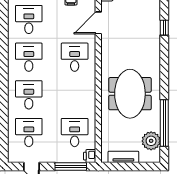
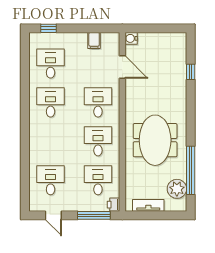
door: (98, 23) -> (122, 67), swing flipped
desk: (29, 95) -> (98, 141), moved

